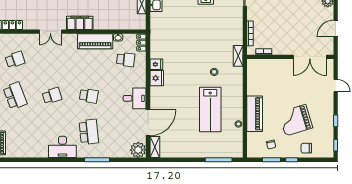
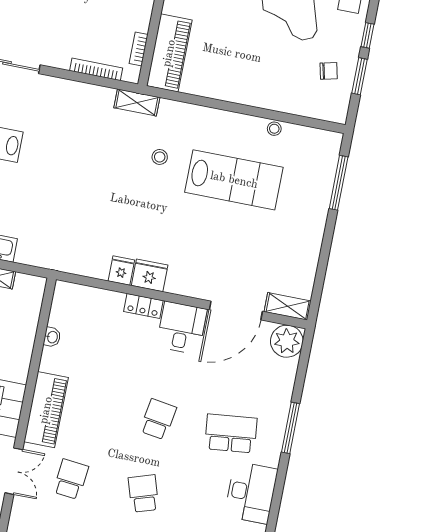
piano: (95, 41) -> (46, 410), moved
locker: (141, 43) -> (143, 306), moved
school desk: (126, 60) -> (71, 479), moved
piano: (255, 114) -> (169, 53), moved, turned 90
door: (148, 123) -> (236, 310), swing flipped

